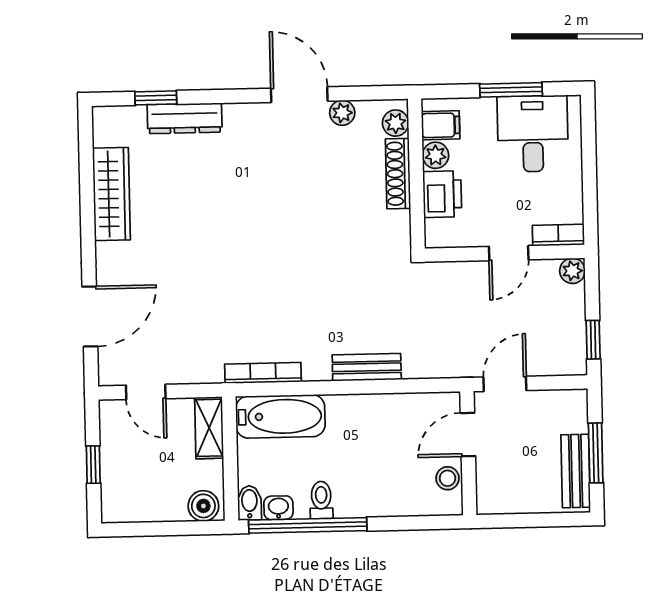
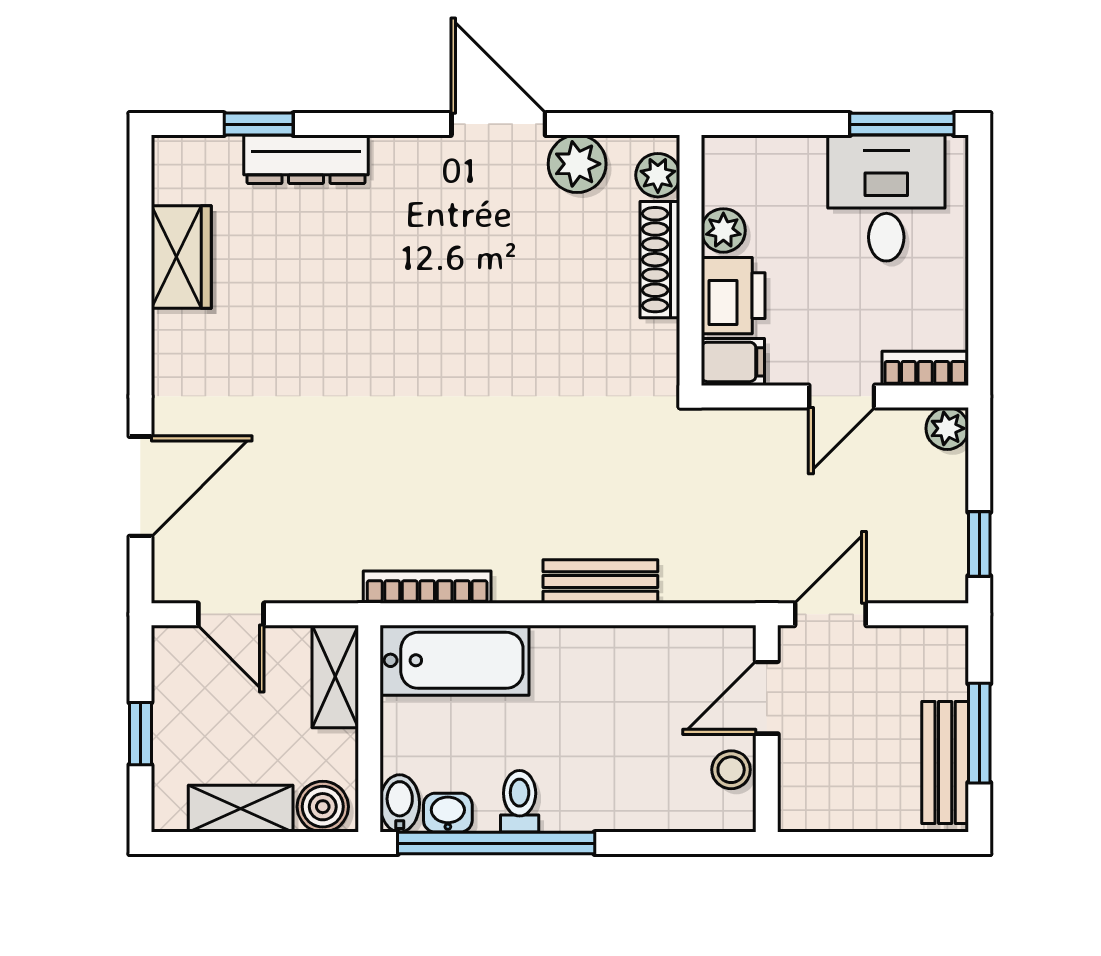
window: (511, 90) -> (902, 124), moved
plant: (342, 113) -> (577, 164), width x1.38, depth x1.38
filing cabinet: (441, 125) -> (733, 362), moved
wardrobe: (111, 194) -> (181, 257), width x0.67
shelving: (154, 508) -> (241, 809), added

